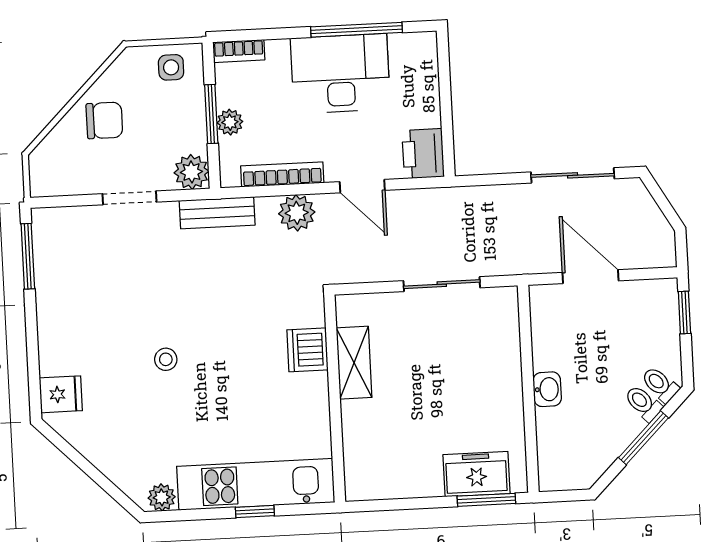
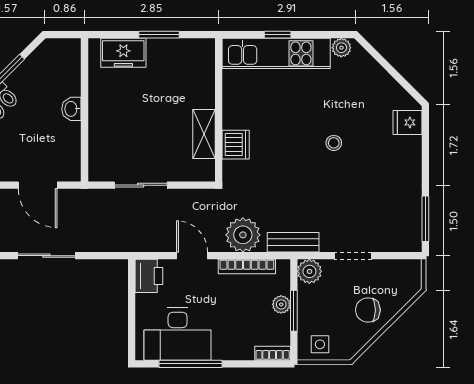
desk: (340, 74) -> (178, 334), moved
plant: (297, 213) -> (243, 235), width x1.36, depth x1.36
window: (486, 500) -> (159, 35), moved

